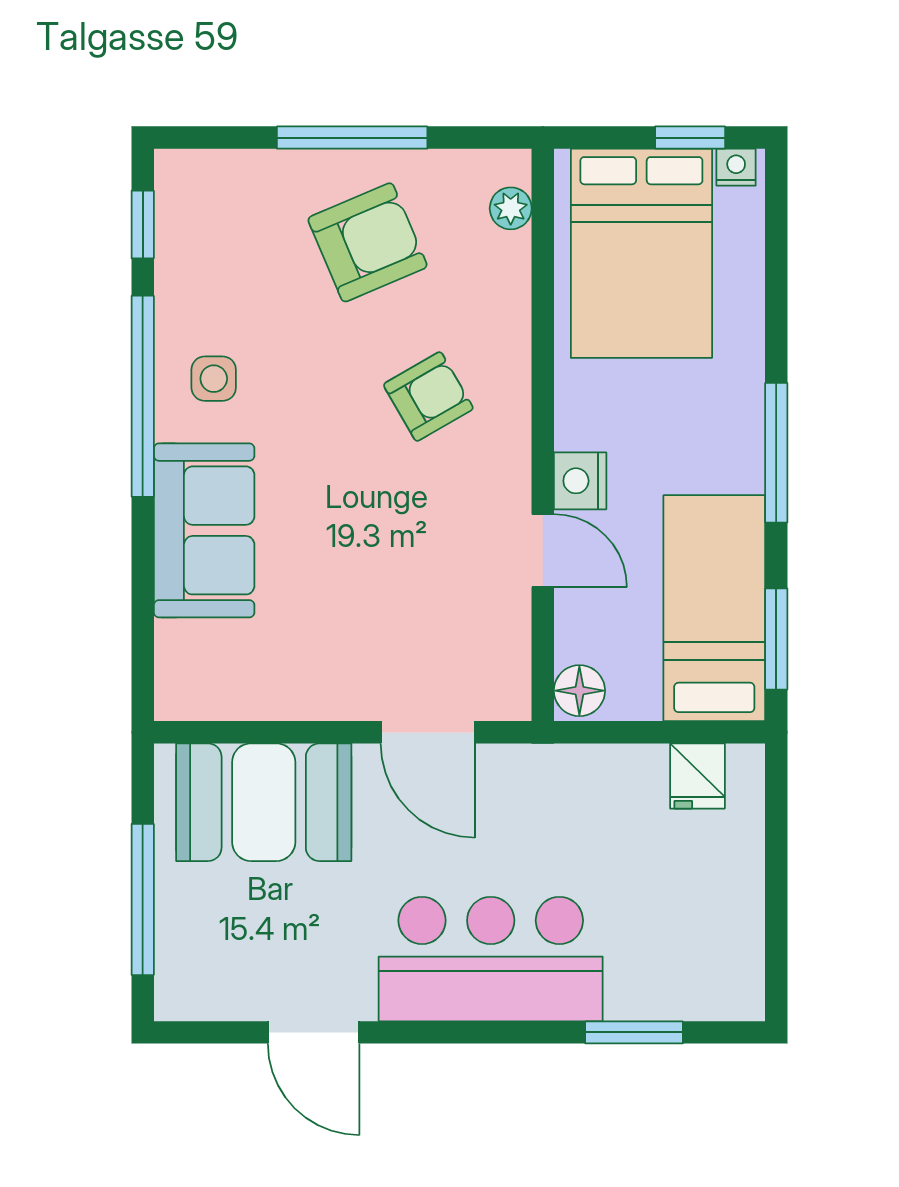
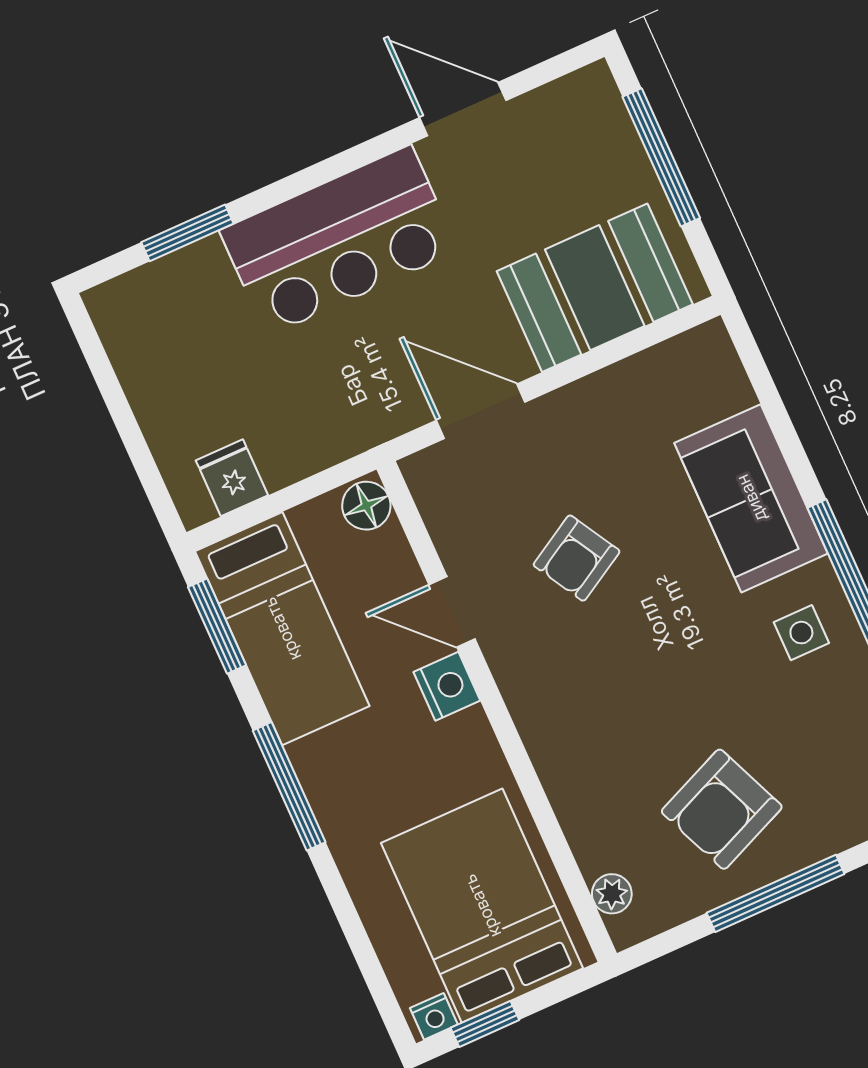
armchair: (428, 397) -> (577, 558), moved

